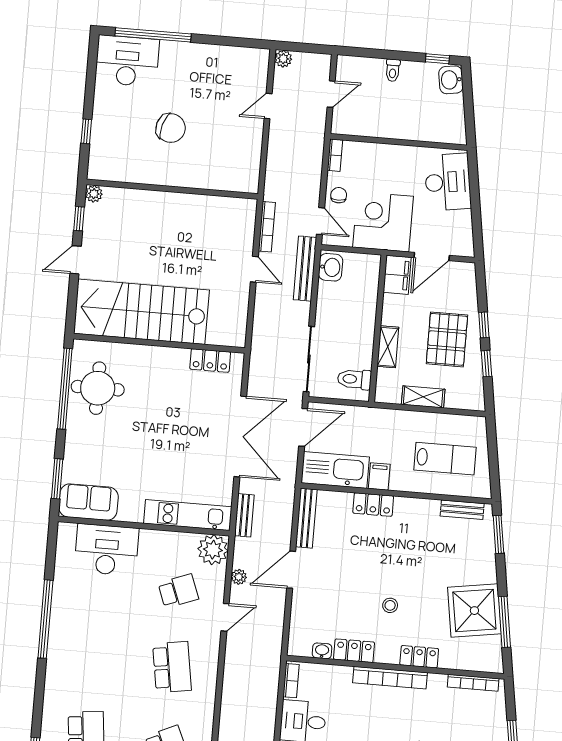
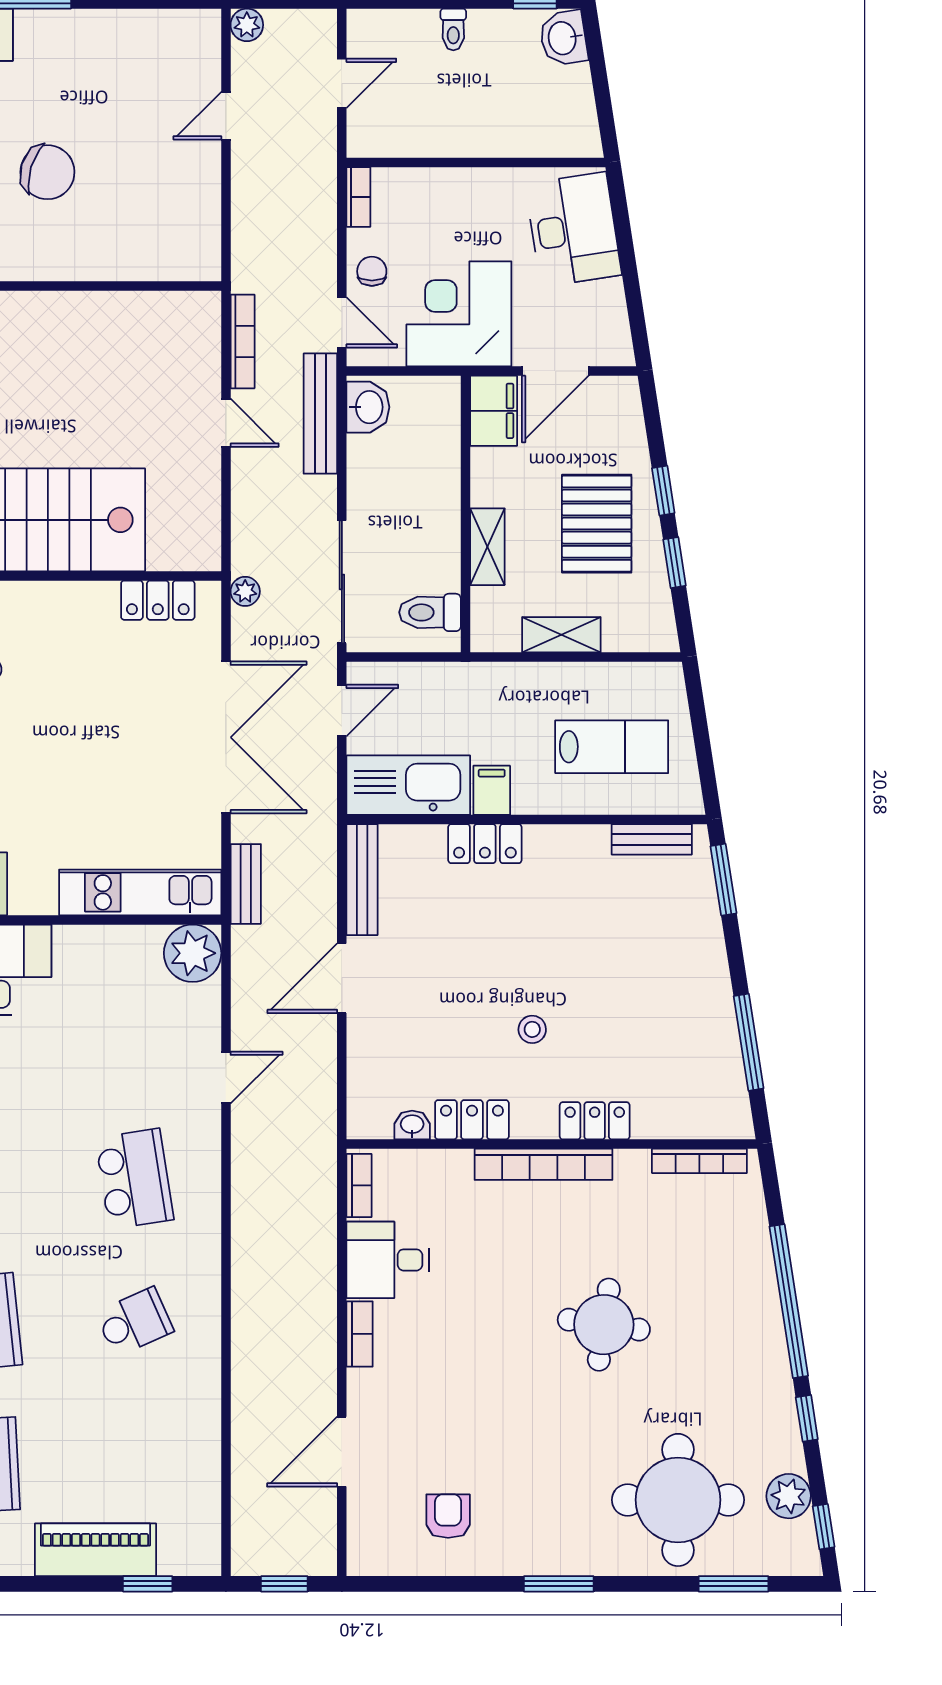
door: (303, 427) -> (342, 711), width x0.73
plant: (239, 577) -> (245, 591), moved
school desk: (178, 591) -> (134, 1036), removed
shower: (474, 611) -> (691, 1026), removed

